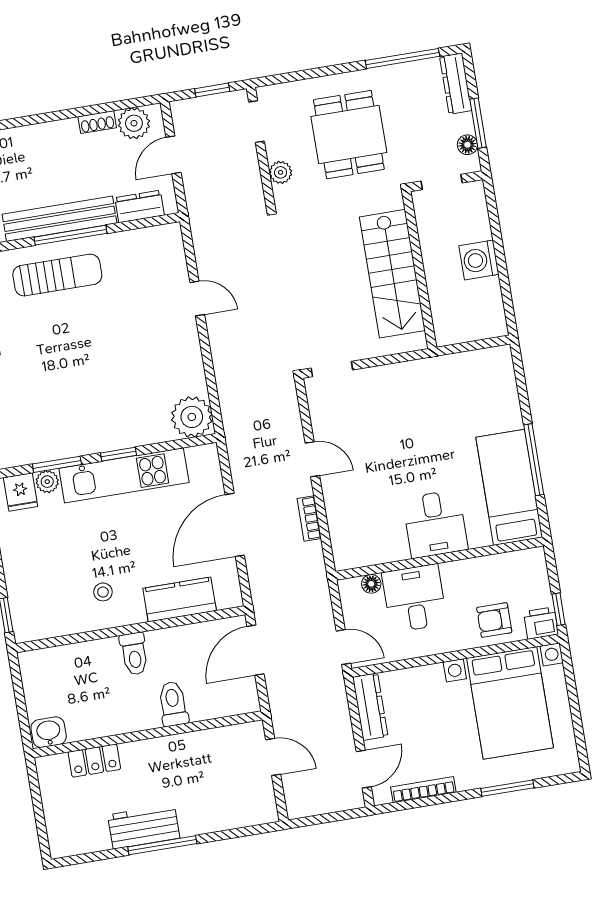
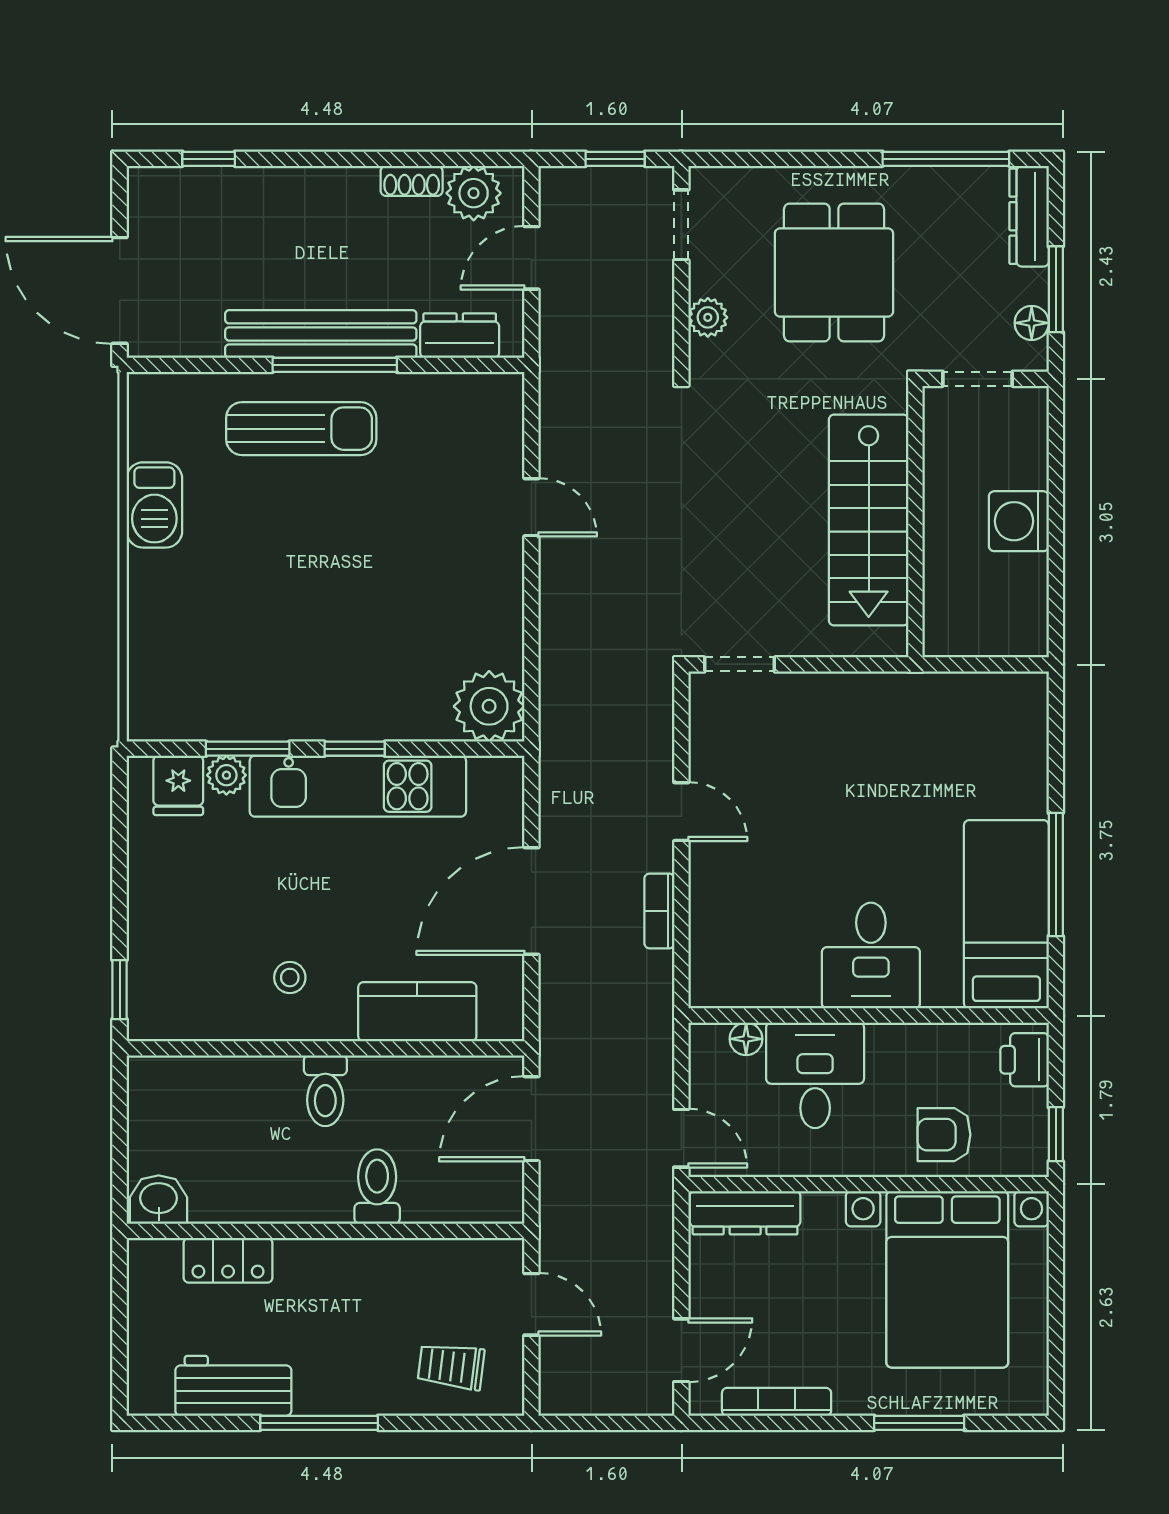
printer: (541, 623) -> (1025, 1060), moved, turned -90
dresser: (370, 707) -> (745, 1213), moved, turned 90
trolley: (233, 800) -> (451, 1366), added
workbench: (144, 827) -> (233, 1386), moved

